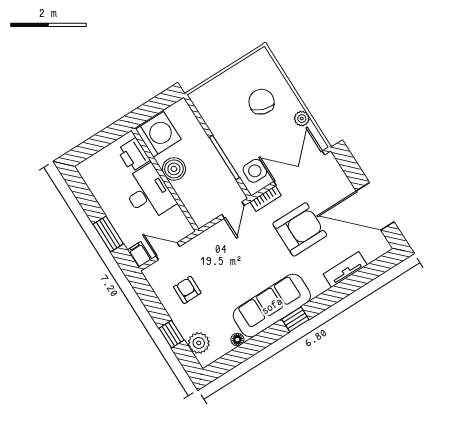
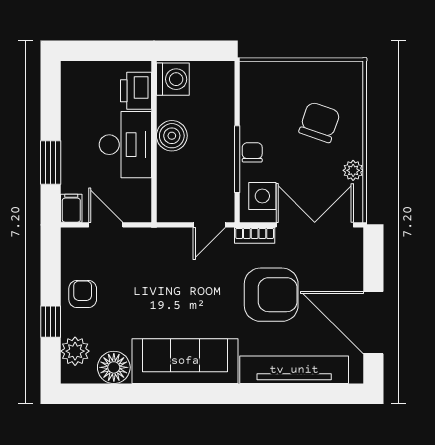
washing machine: (158, 134) -> (173, 79), width x0.73, depth x0.73
chair: (231, 147) -> (252, 152), added
tv unit: (345, 269) -> (294, 370), width x1.92, depth x1.29
armchair: (187, 290) -> (83, 294), moved
window: (295, 319) -> (202, 394), removed
floor lamp: (237, 340) -> (114, 367), width x1.89, depth x1.89

